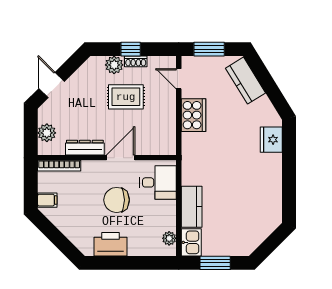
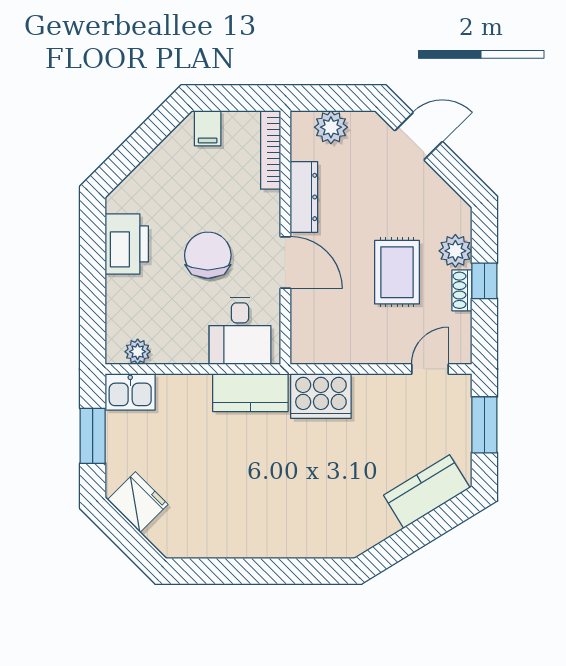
cooker: (193, 115) -> (321, 396), moved
fridge: (271, 140) -> (138, 502), moved, turned 45
kitchen counter: (192, 207) -> (250, 393), moved

